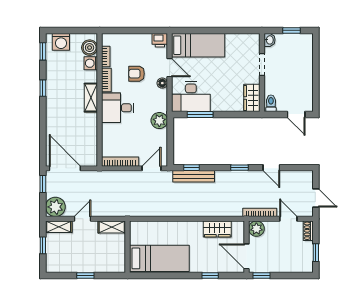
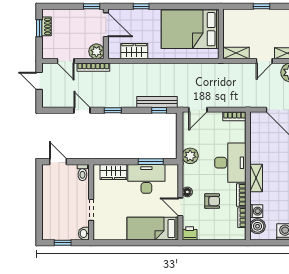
desk: (191, 97) -> (146, 179), moved
wardrobe: (252, 98) -> (113, 172), moved, turned 90
desk: (118, 108) -> (230, 163), width x1.37
bookcase: (120, 162) -> (234, 116), width x0.64
shoe rack: (308, 231) -> (46, 26), moved
bed: (159, 258) -> (190, 29), width x1.50

